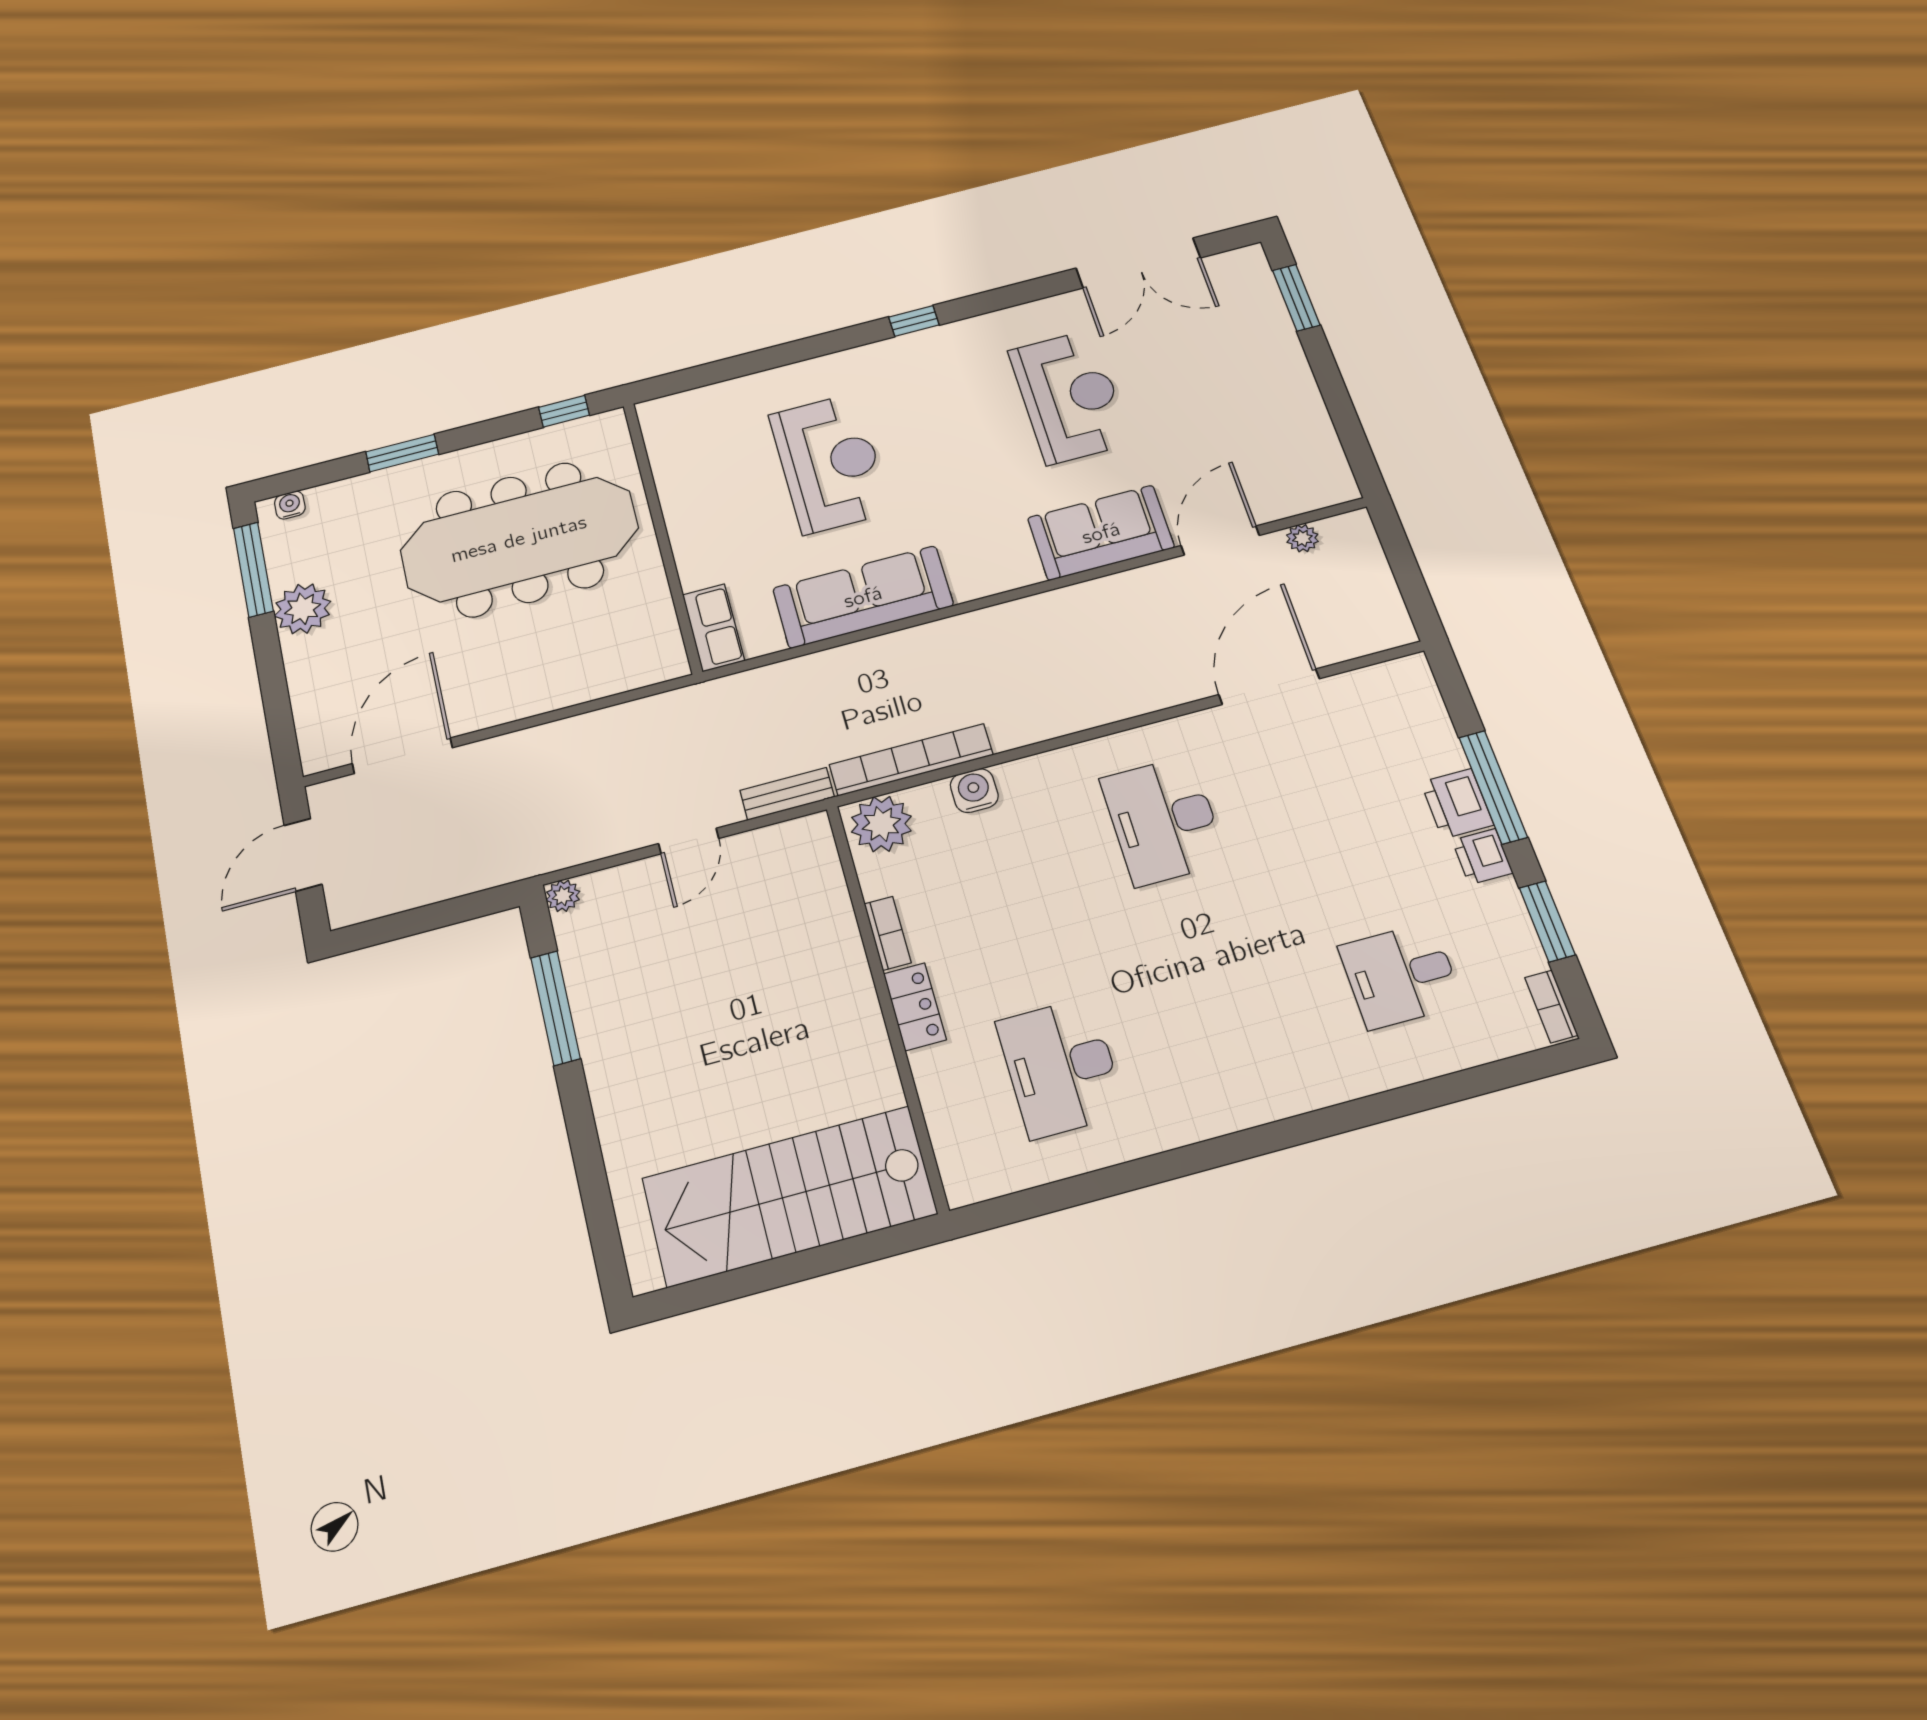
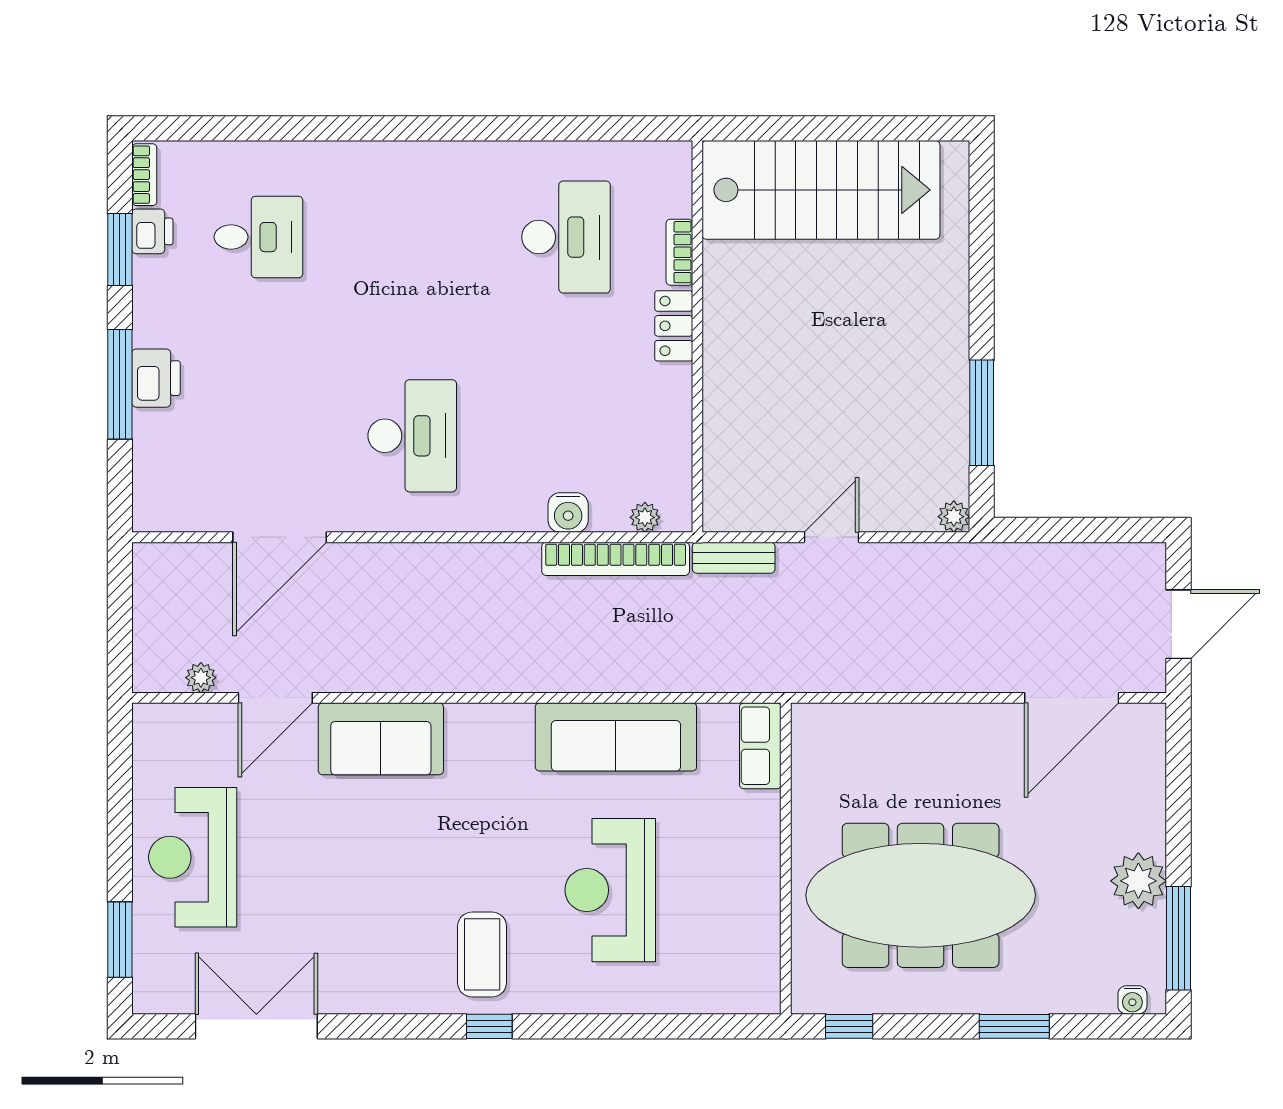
coffee table: (940, 377) -> (482, 954), added
reception desk: (1070, 397) -> (193, 857), moved
plant: (881, 824) -> (645, 517), width x0.53, depth x0.53
printer: (1482, 857) -> (152, 231), moved
bookcase: (888, 933) -> (679, 252), moved

